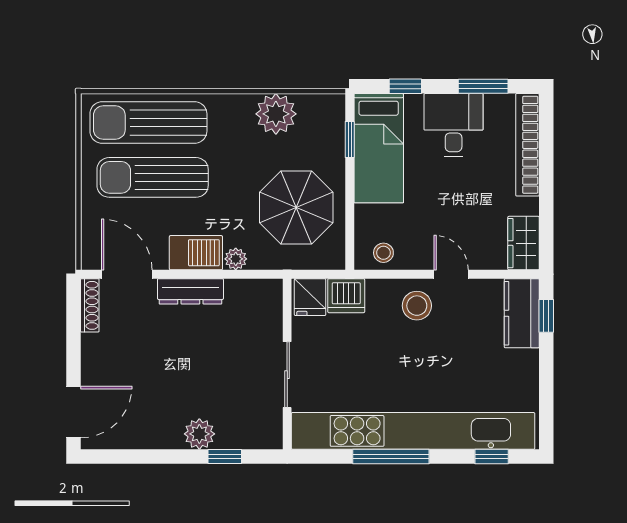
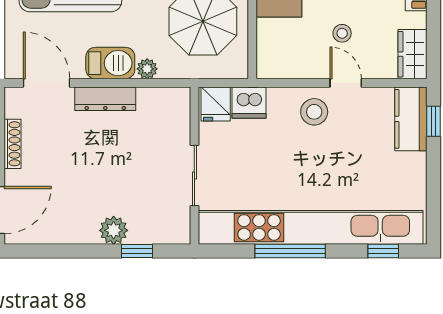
stool: (383, 253) -> (342, 33), moved
shoe rack: (90, 305) -> (12, 144), moved

